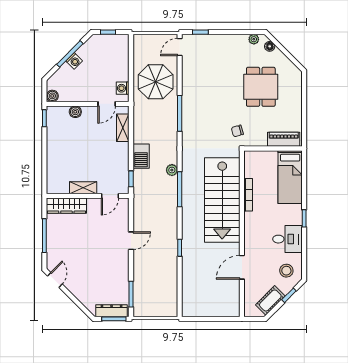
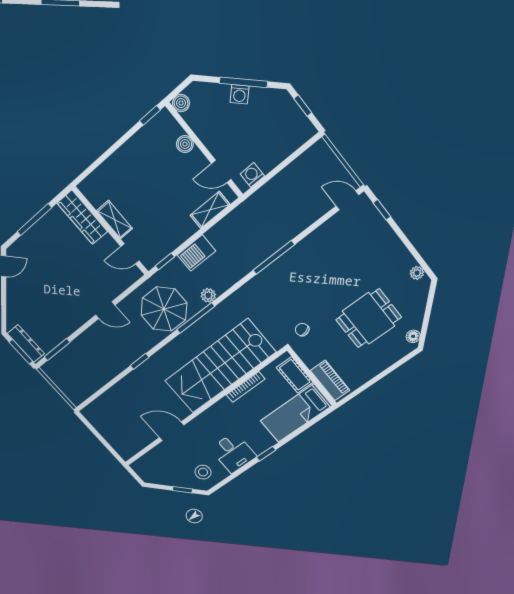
floor lamp: (270, 46) -> (413, 336), moved
parasol: (156, 82) -> (164, 309), moved
cot: (270, 300) -> (295, 375), moved, turned 45

